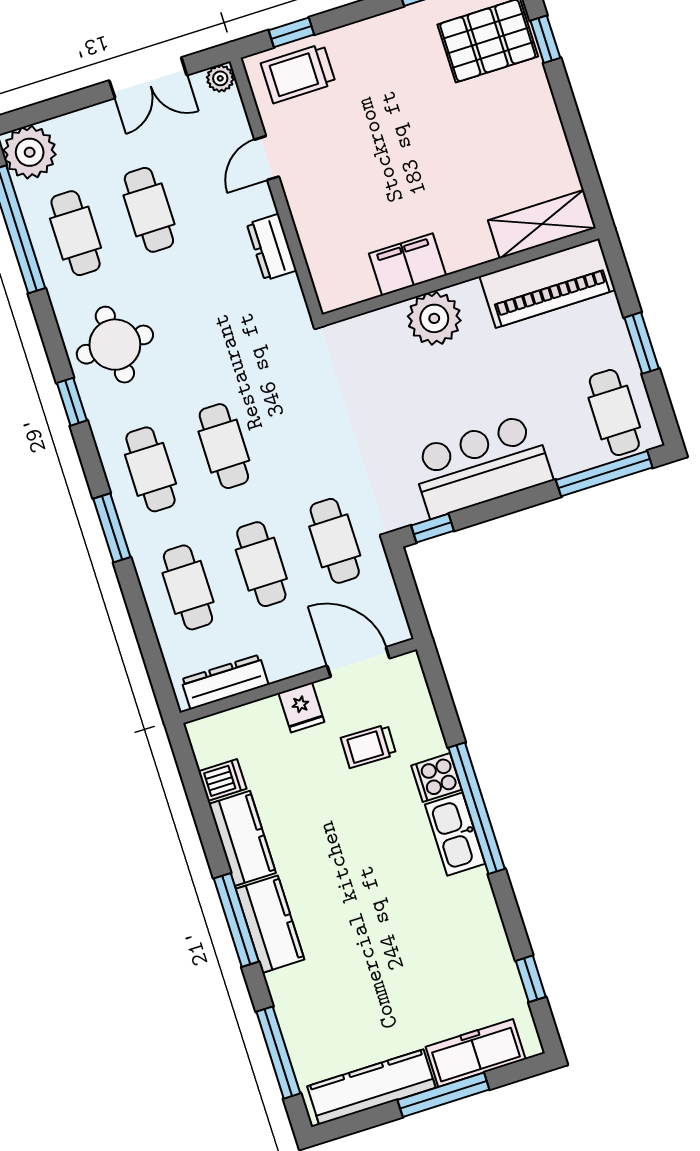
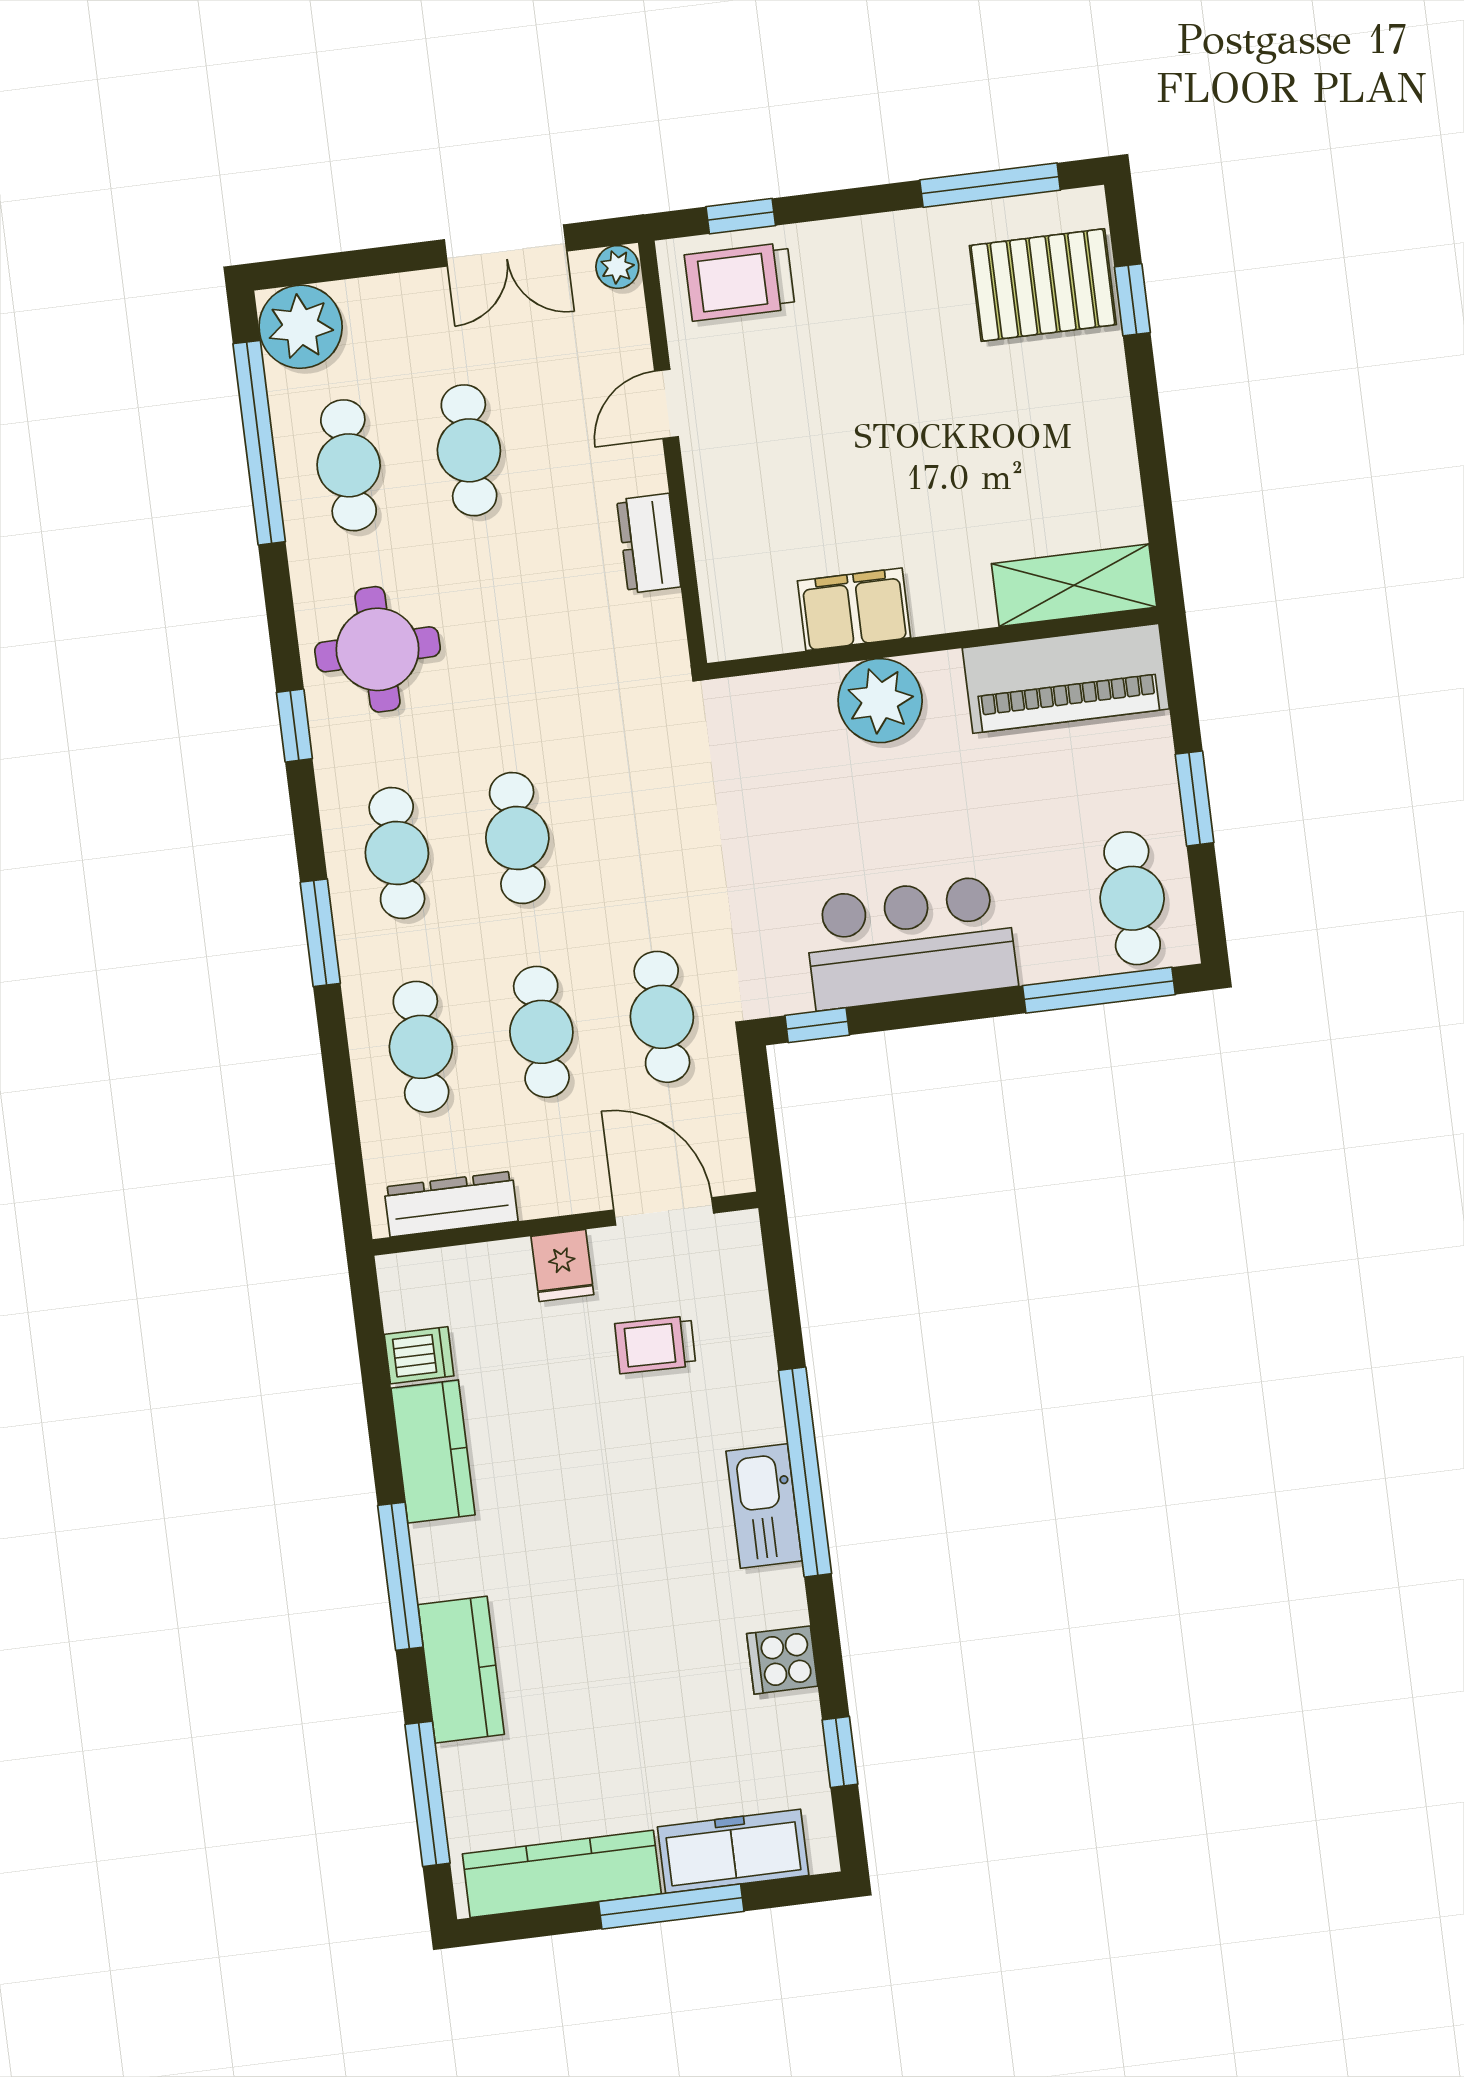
cooker: (436, 778) -> (782, 1660), moved
kitchen counter: (270, 924) -> (461, 1670), moved

